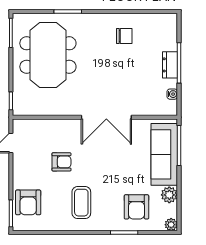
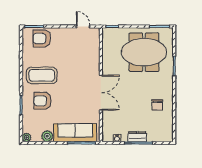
double door: (106, 117) -> (101, 93), swing flipped
armchair: (61, 162) -> (70, 62), removed
coffee table: (81, 203) -> (42, 75), width x1.36, depth x1.32
armchair: (136, 207) -> (43, 101), moved

